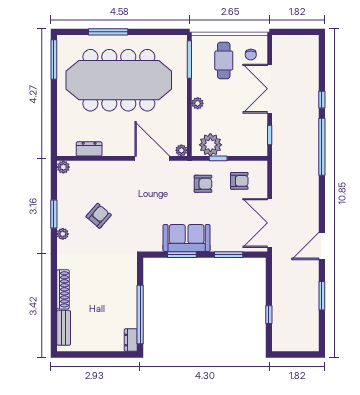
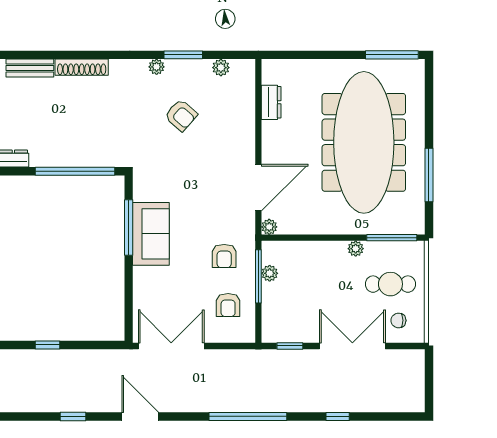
window: (108, 32) -> (429, 175), moved
plant: (198, 103) -> (356, 249), moved
plant: (210, 145) -> (270, 273), width x0.53, depth x0.53
window: (322, 147) -> (248, 416), moved
window: (218, 158) -> (258, 276), width x2.17
plant: (63, 167) -> (221, 68), moved
window: (182, 255) -> (129, 228), width x1.44
window: (229, 255) -> (129, 291), removed
window: (322, 296) -> (73, 416), width x0.67
window: (140, 315) -> (75, 171), moved

